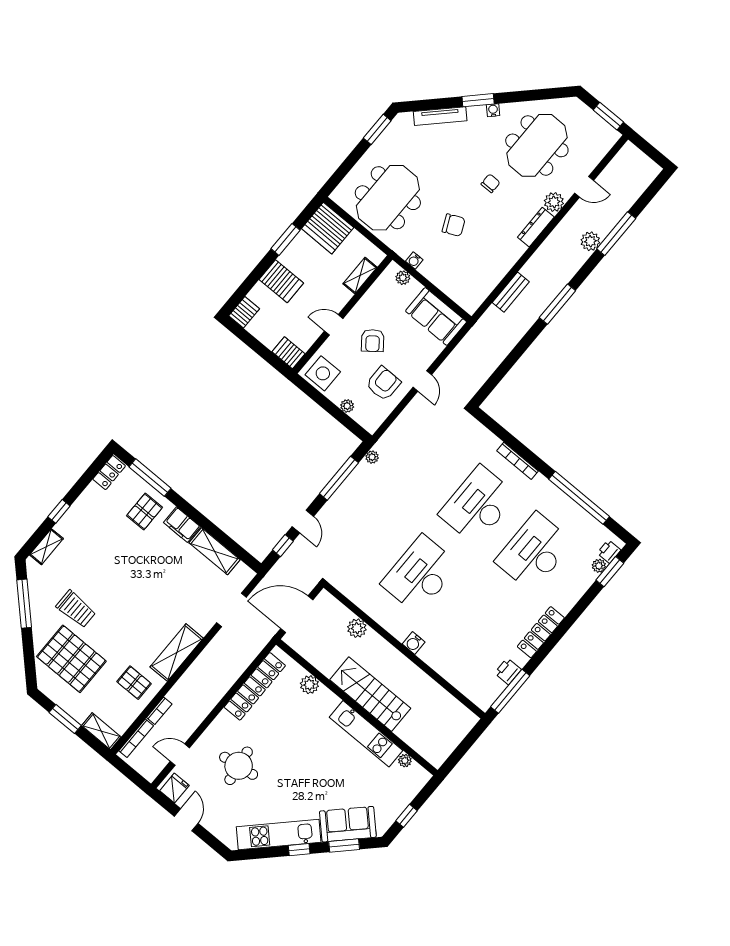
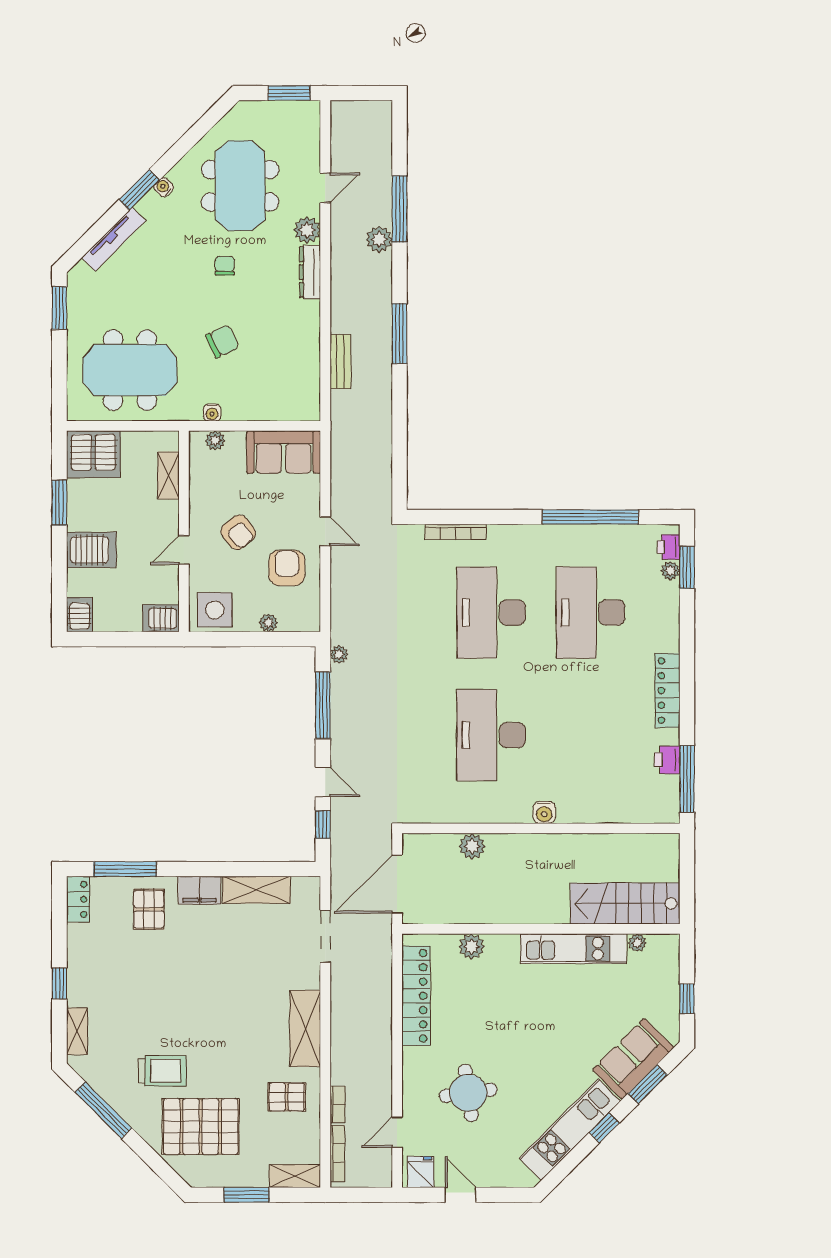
meeting table: (388, 198) -> (130, 370), turned 90
bookcase: (518, 461) -> (456, 532), moved
stairs: (370, 694) -> (625, 903), moved

